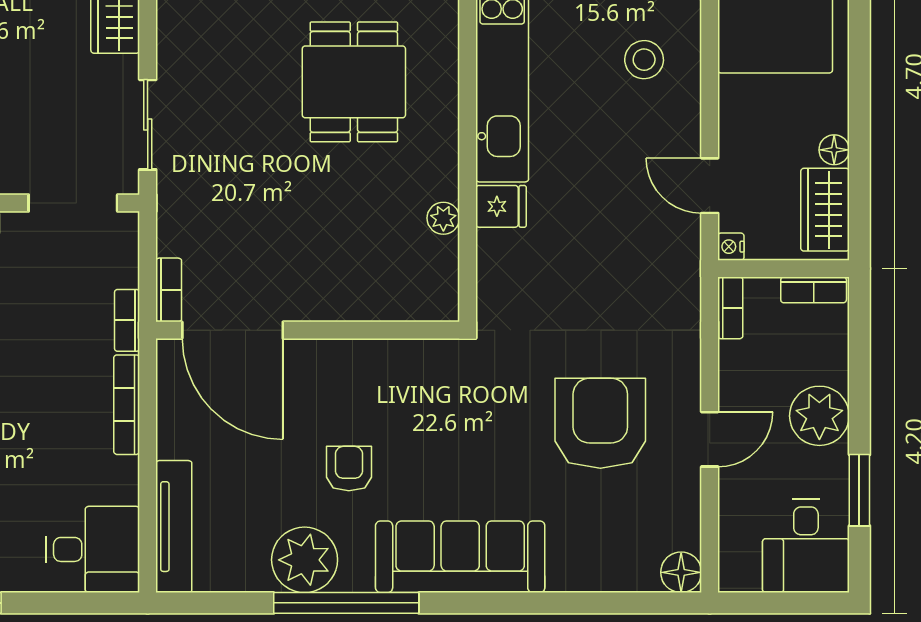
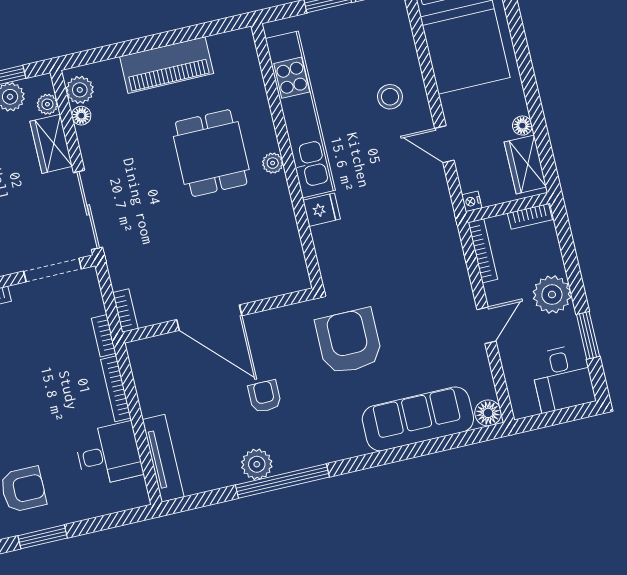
sliding door: (148, 125) -> (88, 210), width x1.37
door: (710, 186) -> (444, 144), moved
plant: (443, 218) -> (273, 163), moved
bookcase: (730, 308) -> (483, 251), width x1.56
door: (233, 330) -> (209, 318), moved
armchair: (600, 423) -> (349, 341), moved
desk: (93, 549) -> (109, 454), moved
sofa: (460, 557) -> (418, 419), moved
plant: (305, 560) -> (257, 464), width x0.73, depth x0.73

